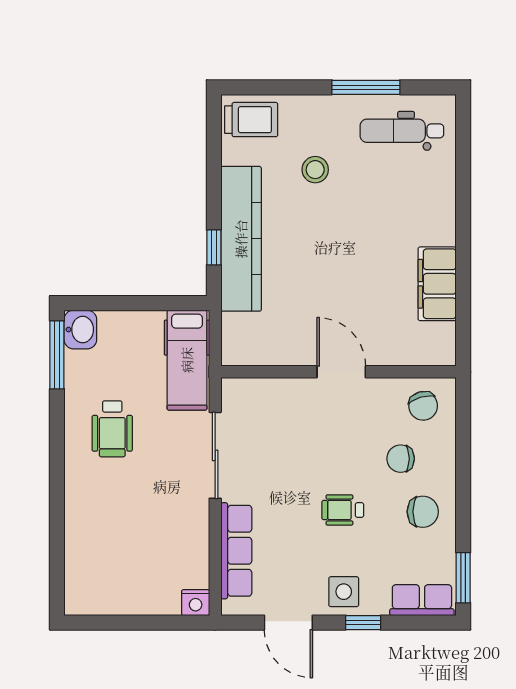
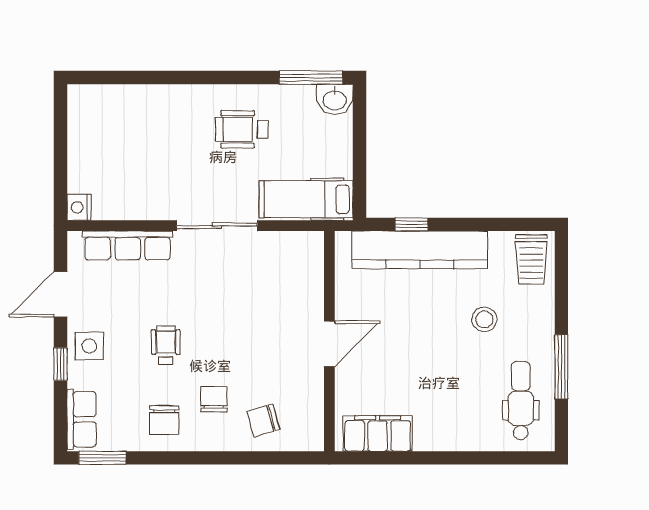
wall: (338, 372) -> (329, 341), moved
door: (341, 372) -> (329, 344), moved

